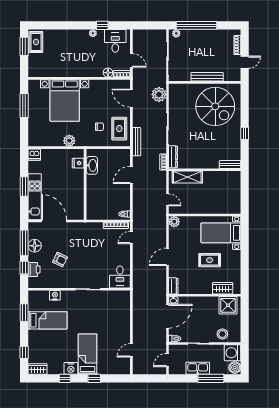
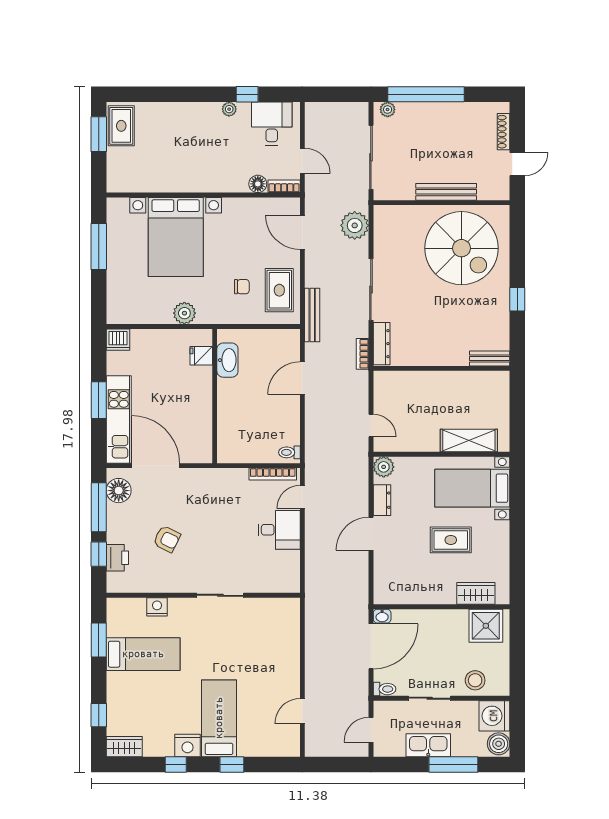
shelving: (187, 177) -> (469, 441), moved
floor lamp: (35, 246) -> (119, 491), moved
desk: (120, 277) -> (279, 530), moved, turned -90
dresser: (173, 286) -> (382, 500), moved

